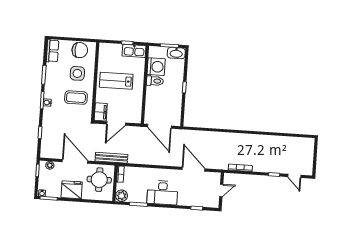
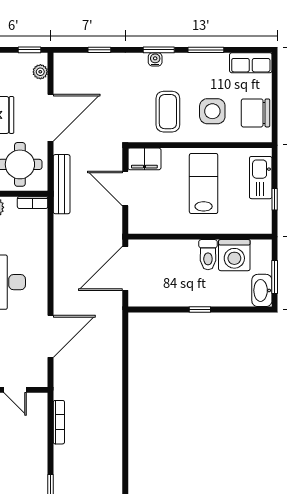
chair: (80, 50) -> (256, 113), turned 90
kitchen sink: (134, 51) -> (261, 178), moved

